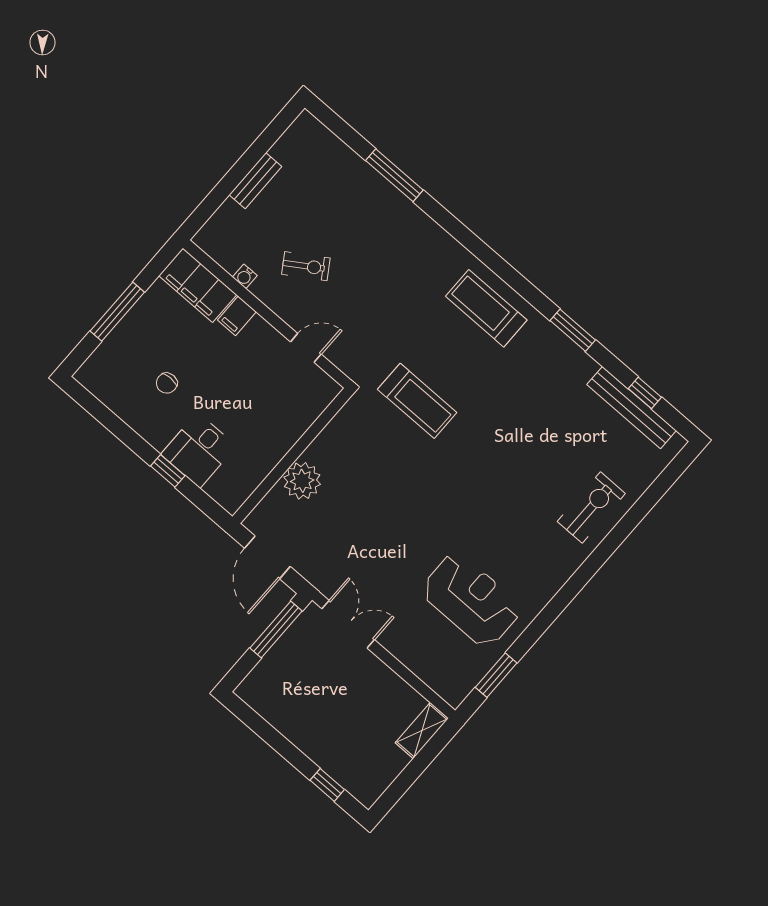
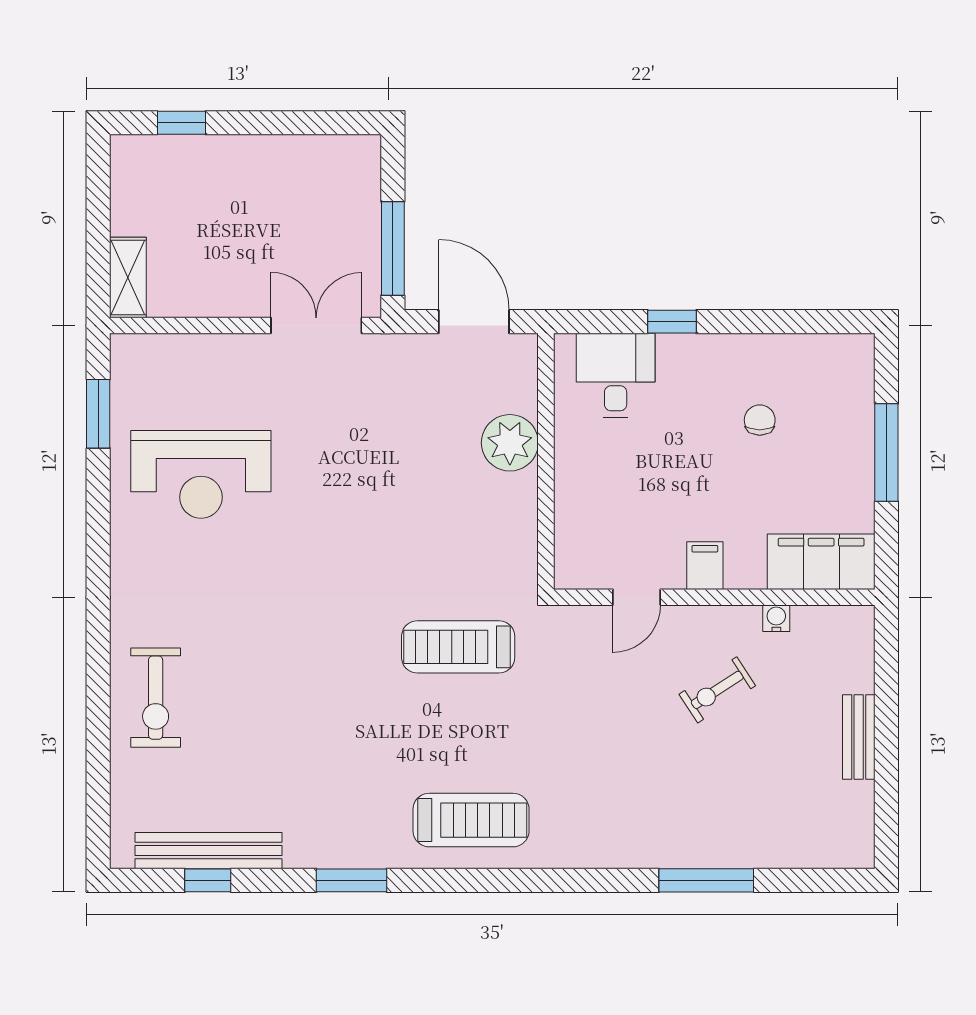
filing cabinet: (237, 316) -> (705, 566), moved
desk: (199, 450) -> (616, 375), moved
double door: (348, 624) -> (316, 326), swing flipped

